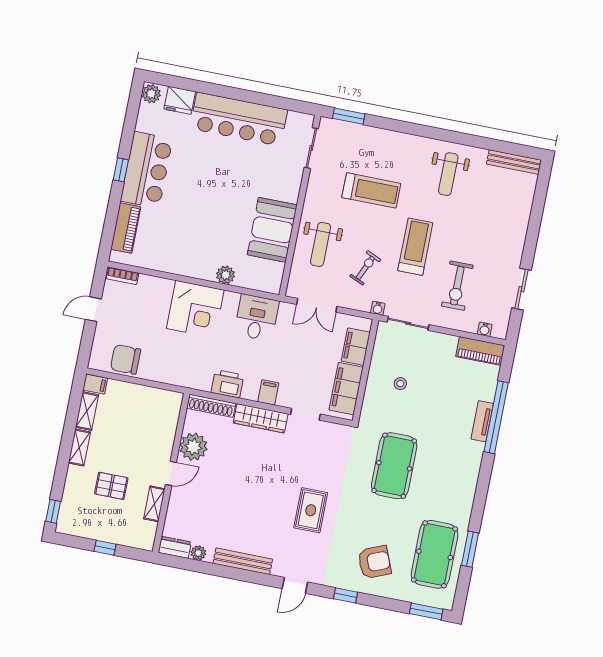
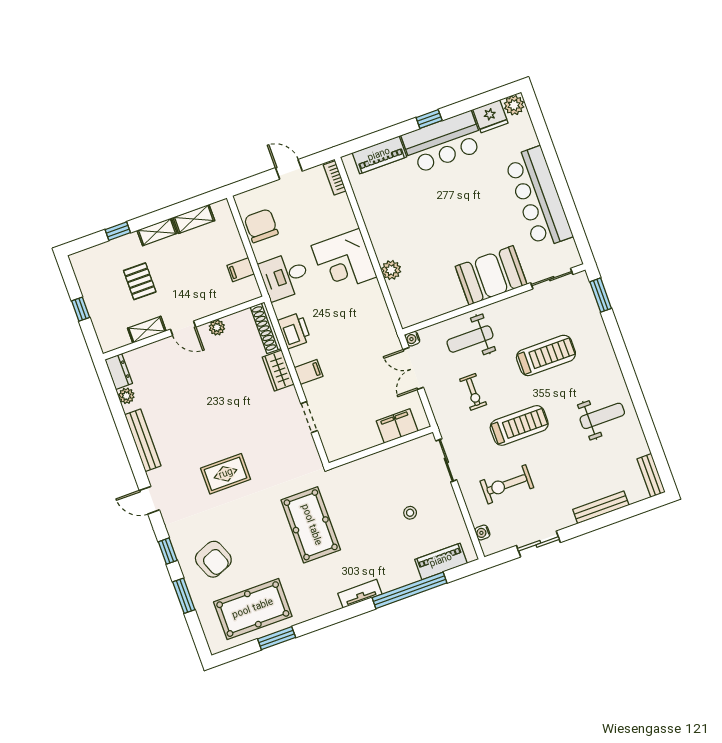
fridge: (180, 100) -> (490, 116), moved, turned -90
bench: (514, 162) -> (651, 475), width x0.73
weight bench: (448, 174) -> (602, 416), turned 180
treadmill: (371, 190) -> (546, 355), turned -90
bench: (522, 220) -> (601, 507), added
booth: (272, 230) -> (491, 275), moved
exercise bike: (365, 268) -> (473, 392), turned 66
water cooler: (378, 308) -> (412, 339), moved
desk: (257, 318) -> (285, 276), moved, turned 180
piano: (480, 351) -> (441, 561), moved, turned 90
filing cabinet: (95, 384) -> (241, 270), moved, turned 90
stool: (400, 384) -> (410, 513), moved
filing cabinet: (346, 389) -> (354, 440), removed
wardrobe: (261, 418) -> (278, 371), width x0.67
tv unit: (482, 421) -> (360, 594), moved
plant: (193, 447) -> (217, 327), width x0.53, depth x0.53
pool table: (394, 466) -> (311, 525), turned 90
window: (53, 511) -> (118, 231), moved
window: (426, 611) -> (184, 596), moved

